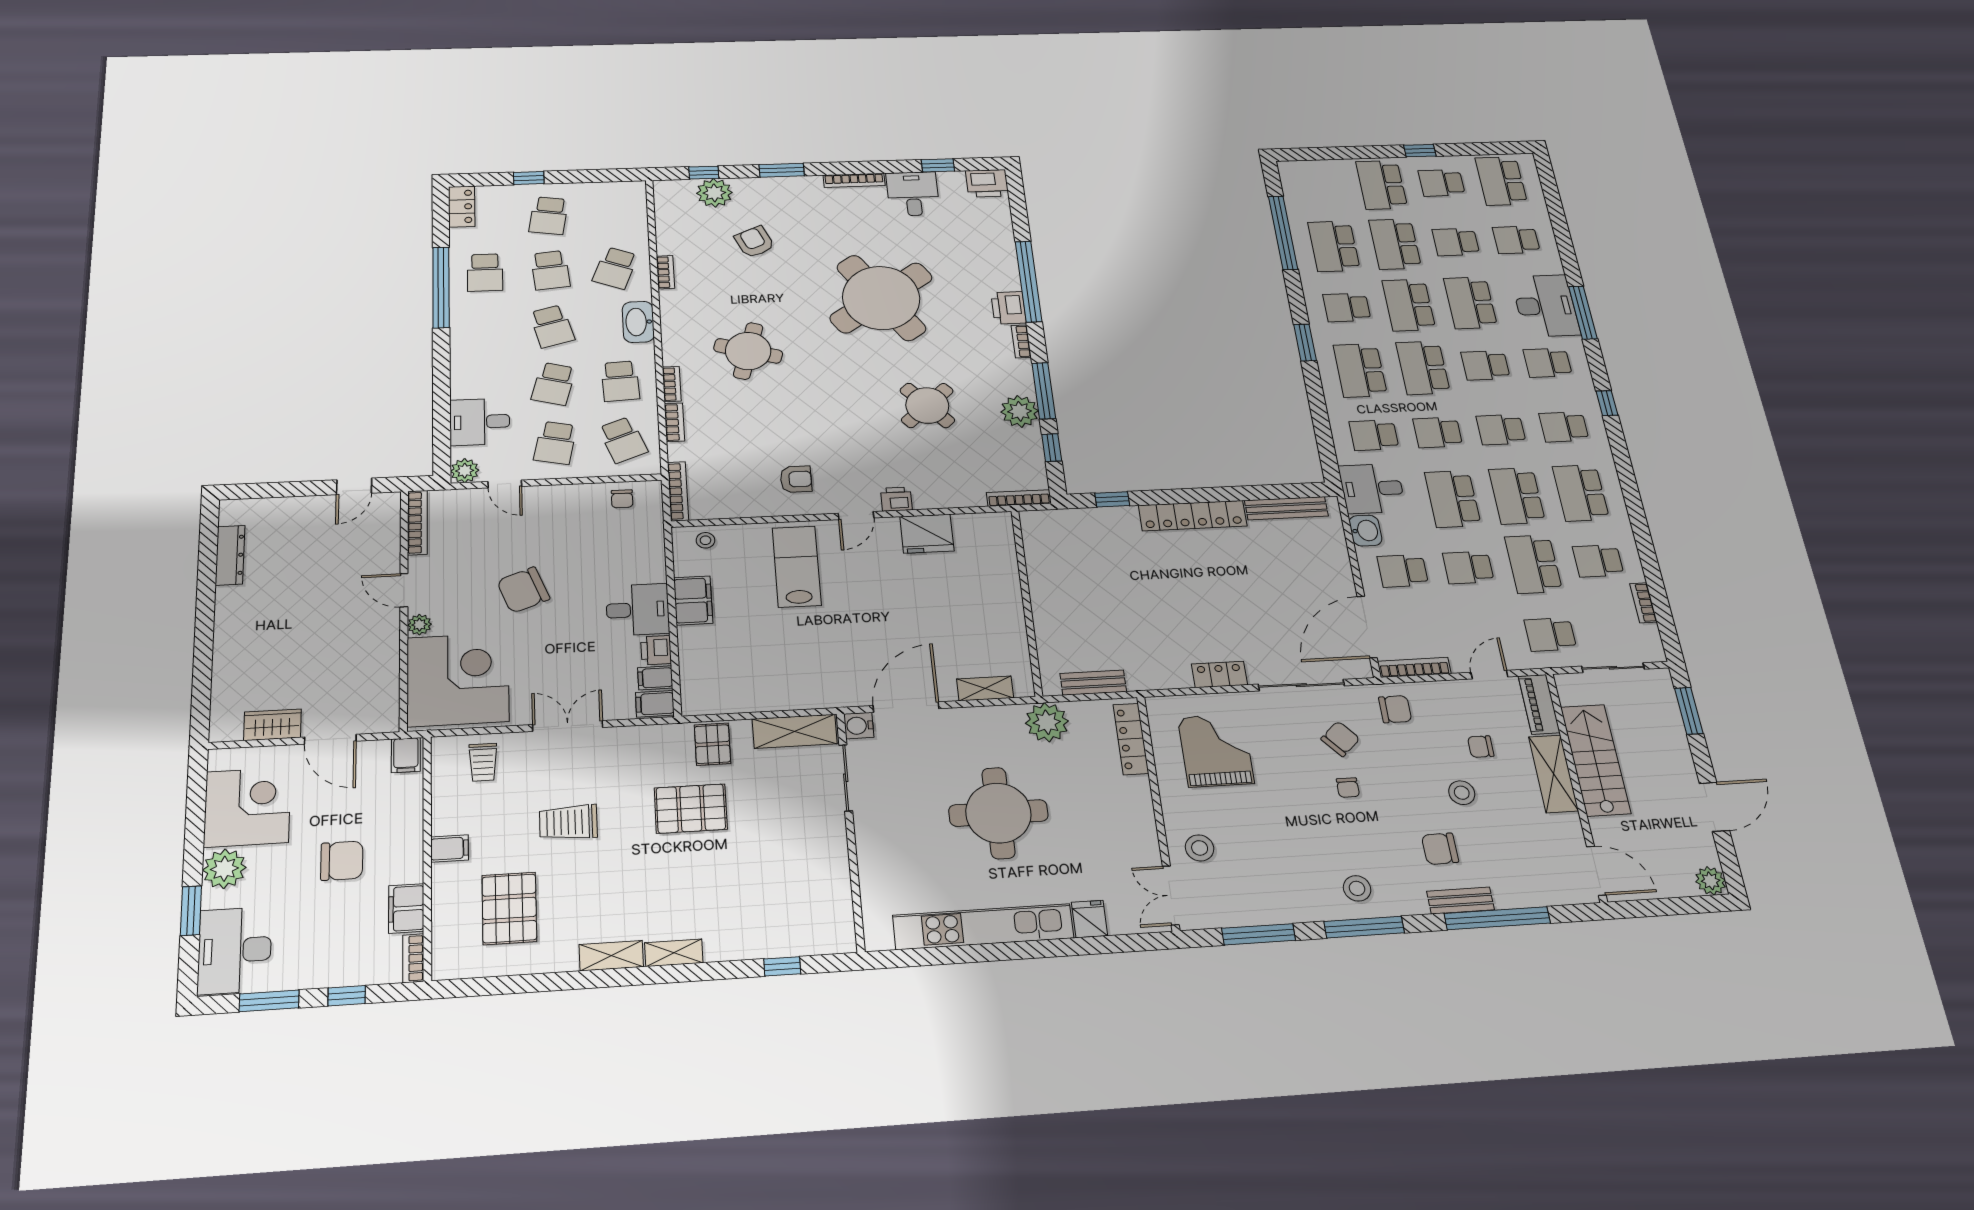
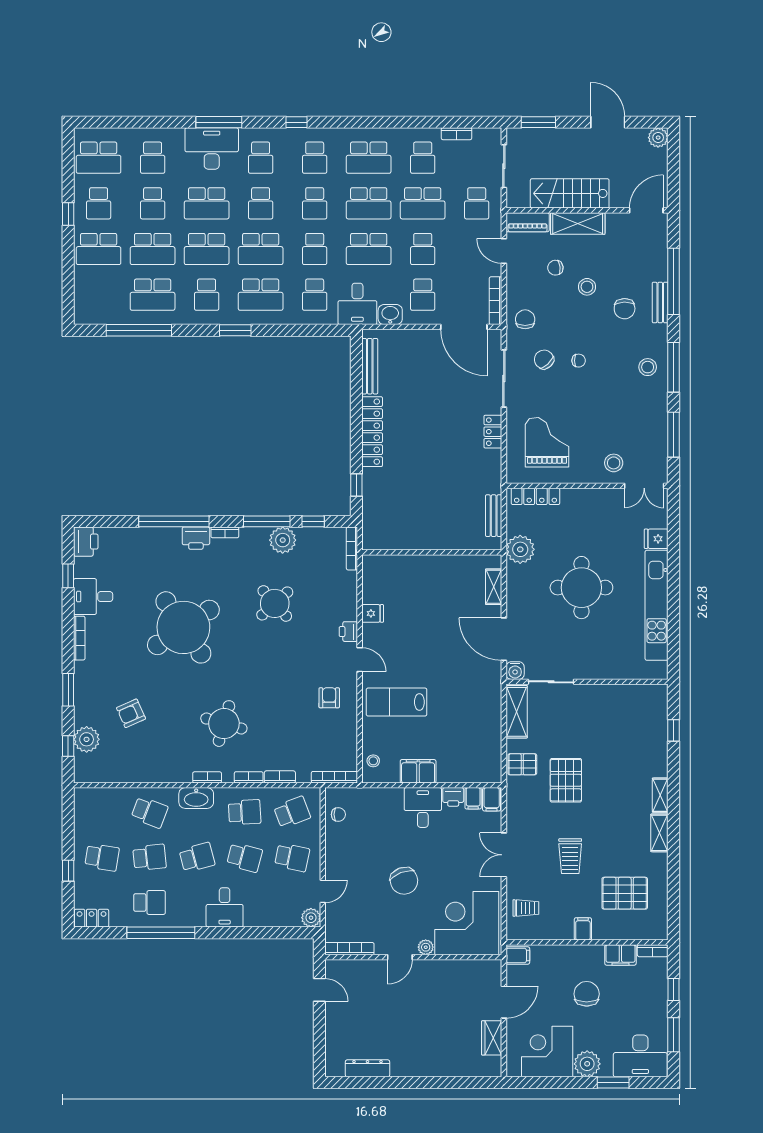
bookcase: (665, 272) -> (207, 777), moved
desk: (480, 422) -> (225, 907), moved
fridge: (927, 534) -> (373, 613), width x0.53, depth x0.75
chair: (1481, 747) -> (555, 268), turned 82
grand piano: (1216, 750) -> (547, 442), turned 90

